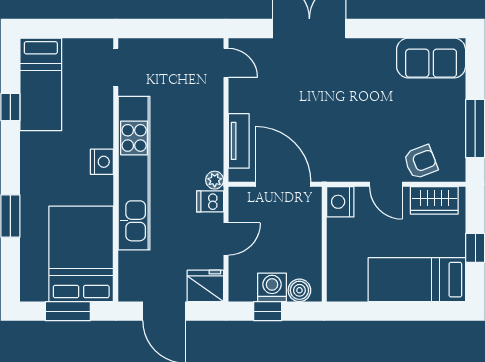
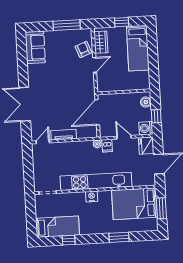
tv unit: (239, 141) -> (64, 135), moved
nightstand: (340, 202) -> (104, 85), removed
washing machine: (272, 287) -> (146, 128), moved

